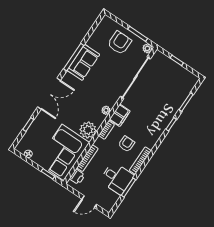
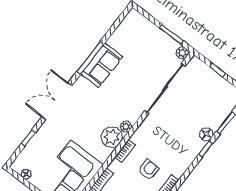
armchair: (119, 43) -> (148, 44), removed
double door: (49, 94) -> (57, 101), swing flipped
floor lamp: (171, 112) -> (206, 134), added
filing cabinet: (120, 115) -> (143, 134), removed
plant: (88, 130) -> (112, 137), moved

